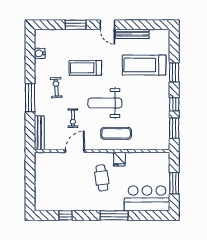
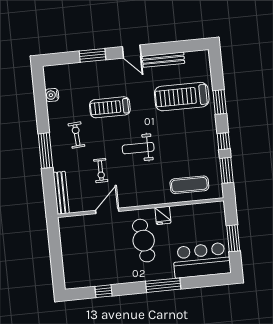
weight bench: (105, 103) -> (138, 148), width x0.73, depth x0.75
exercise mat: (116, 133) -> (189, 185), moved
cafe table: (102, 178) -> (144, 241), width x1.37, depth x1.35

